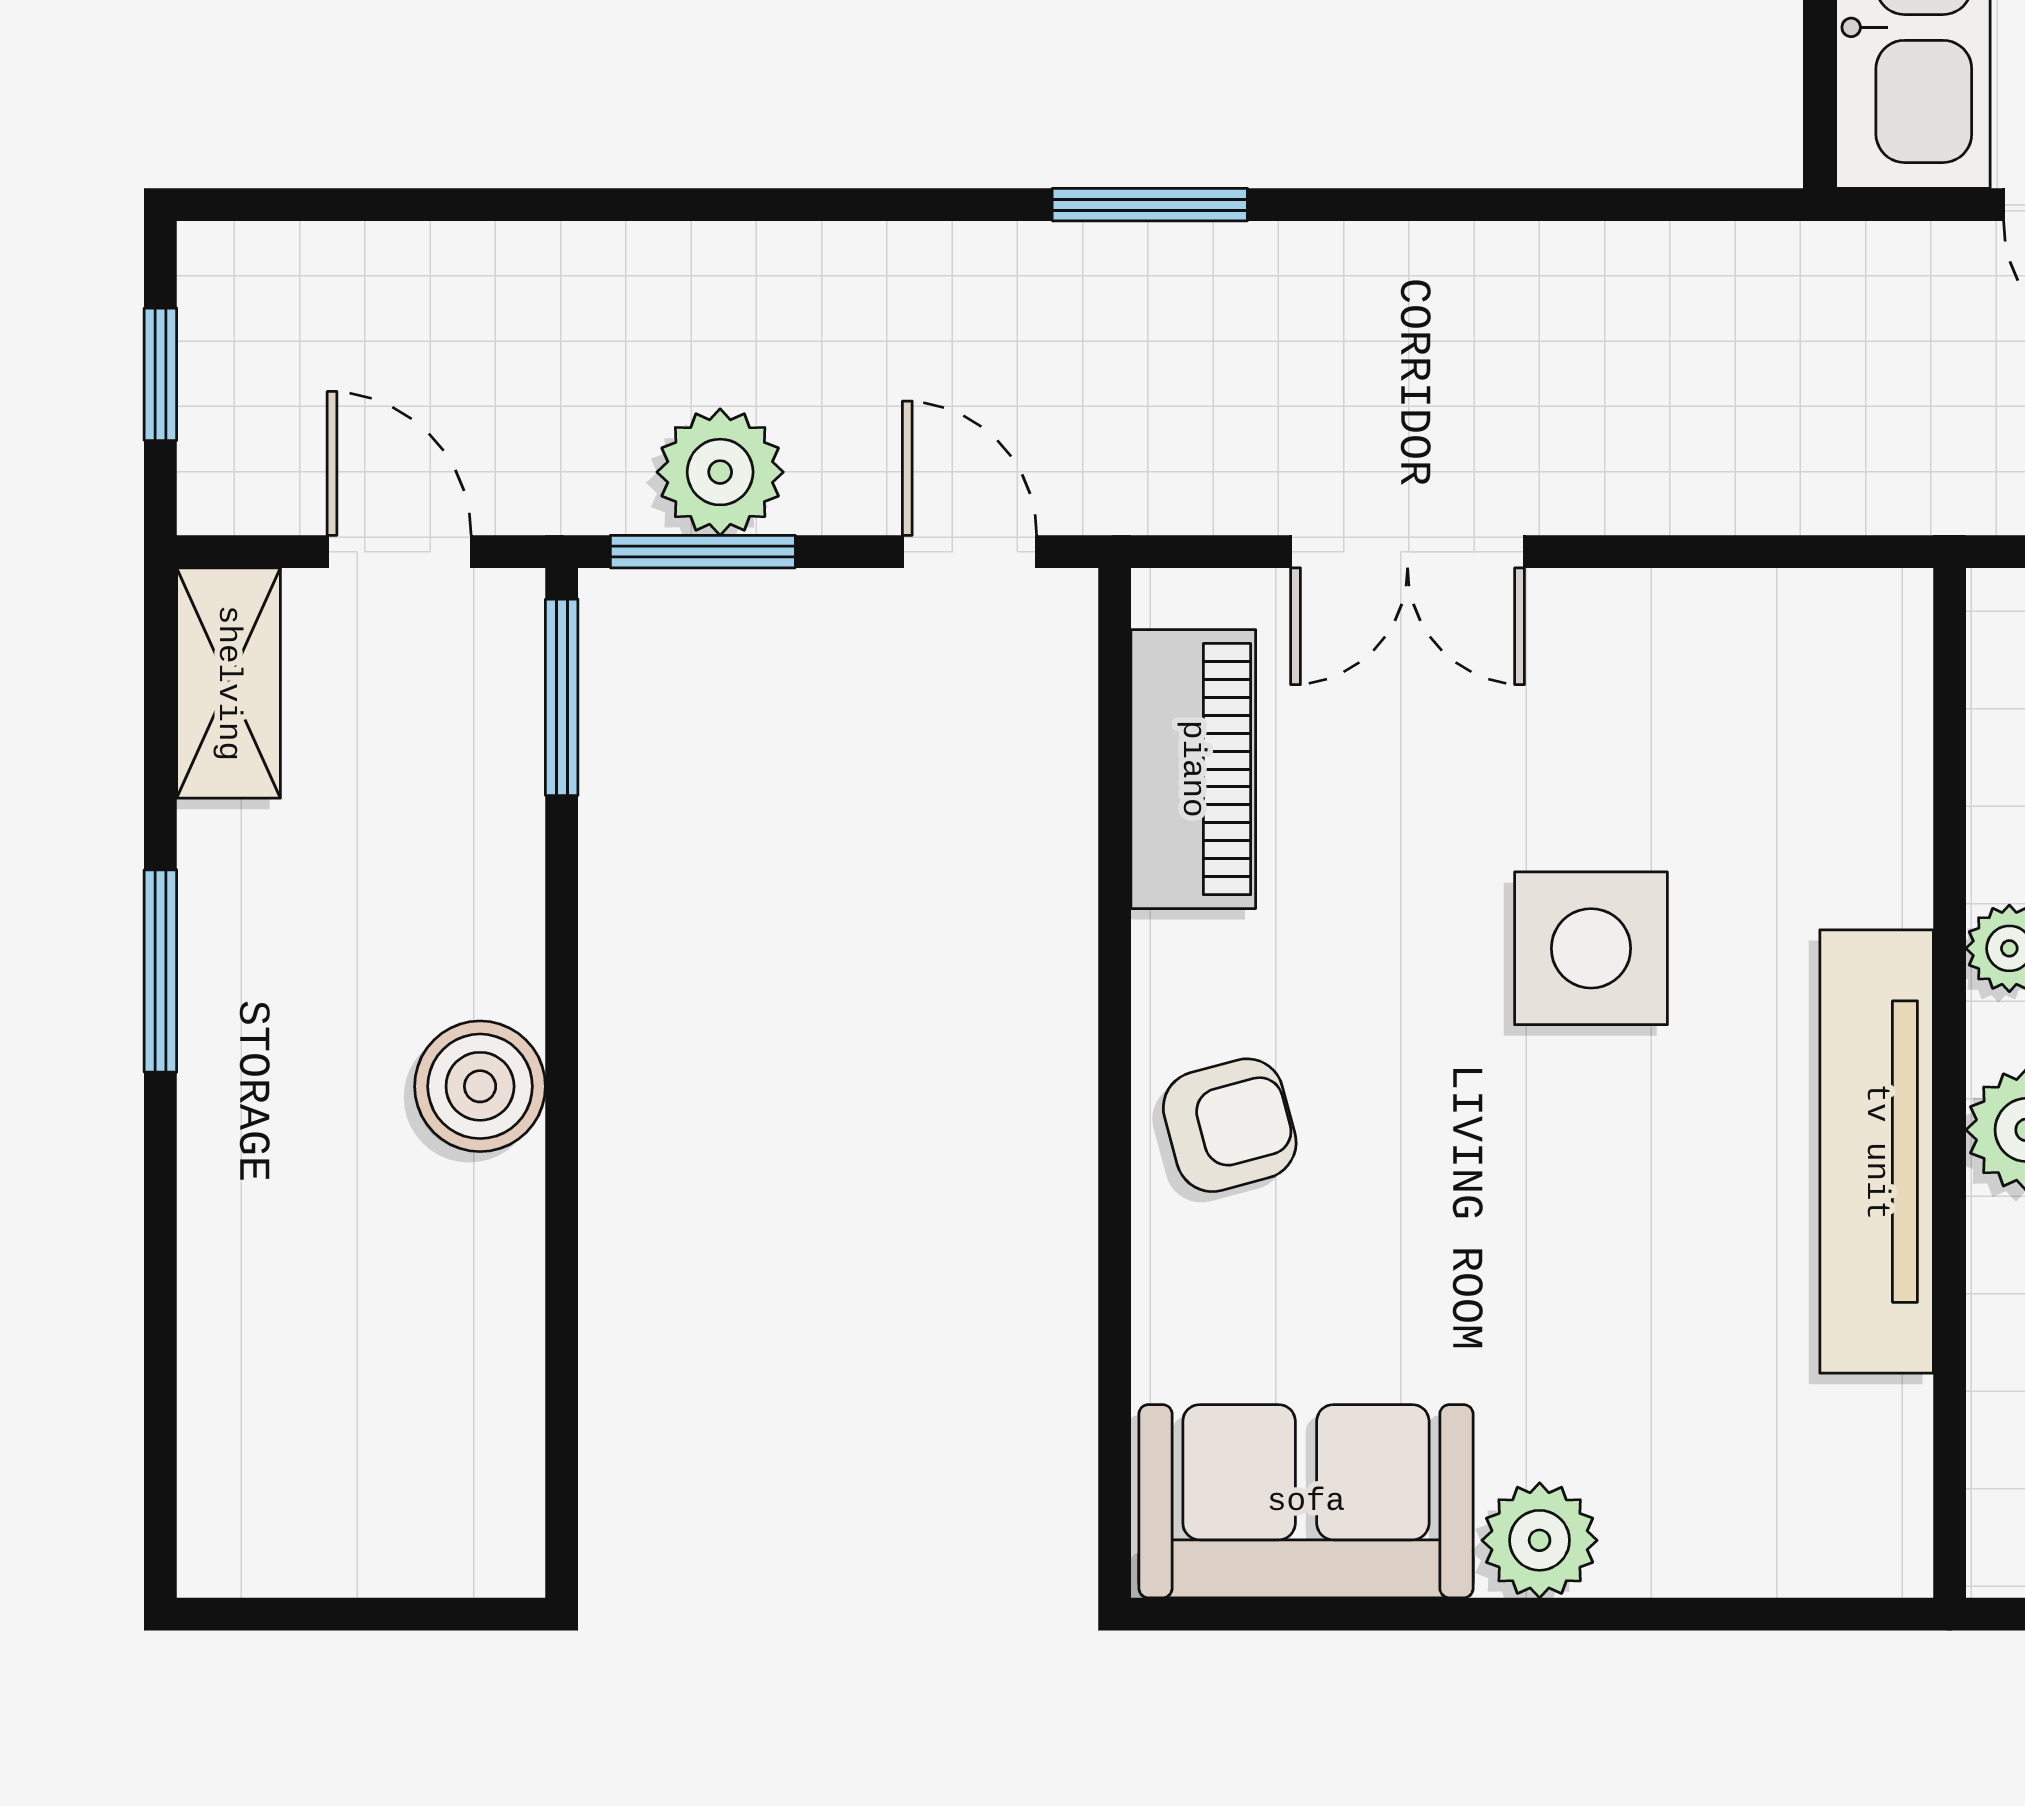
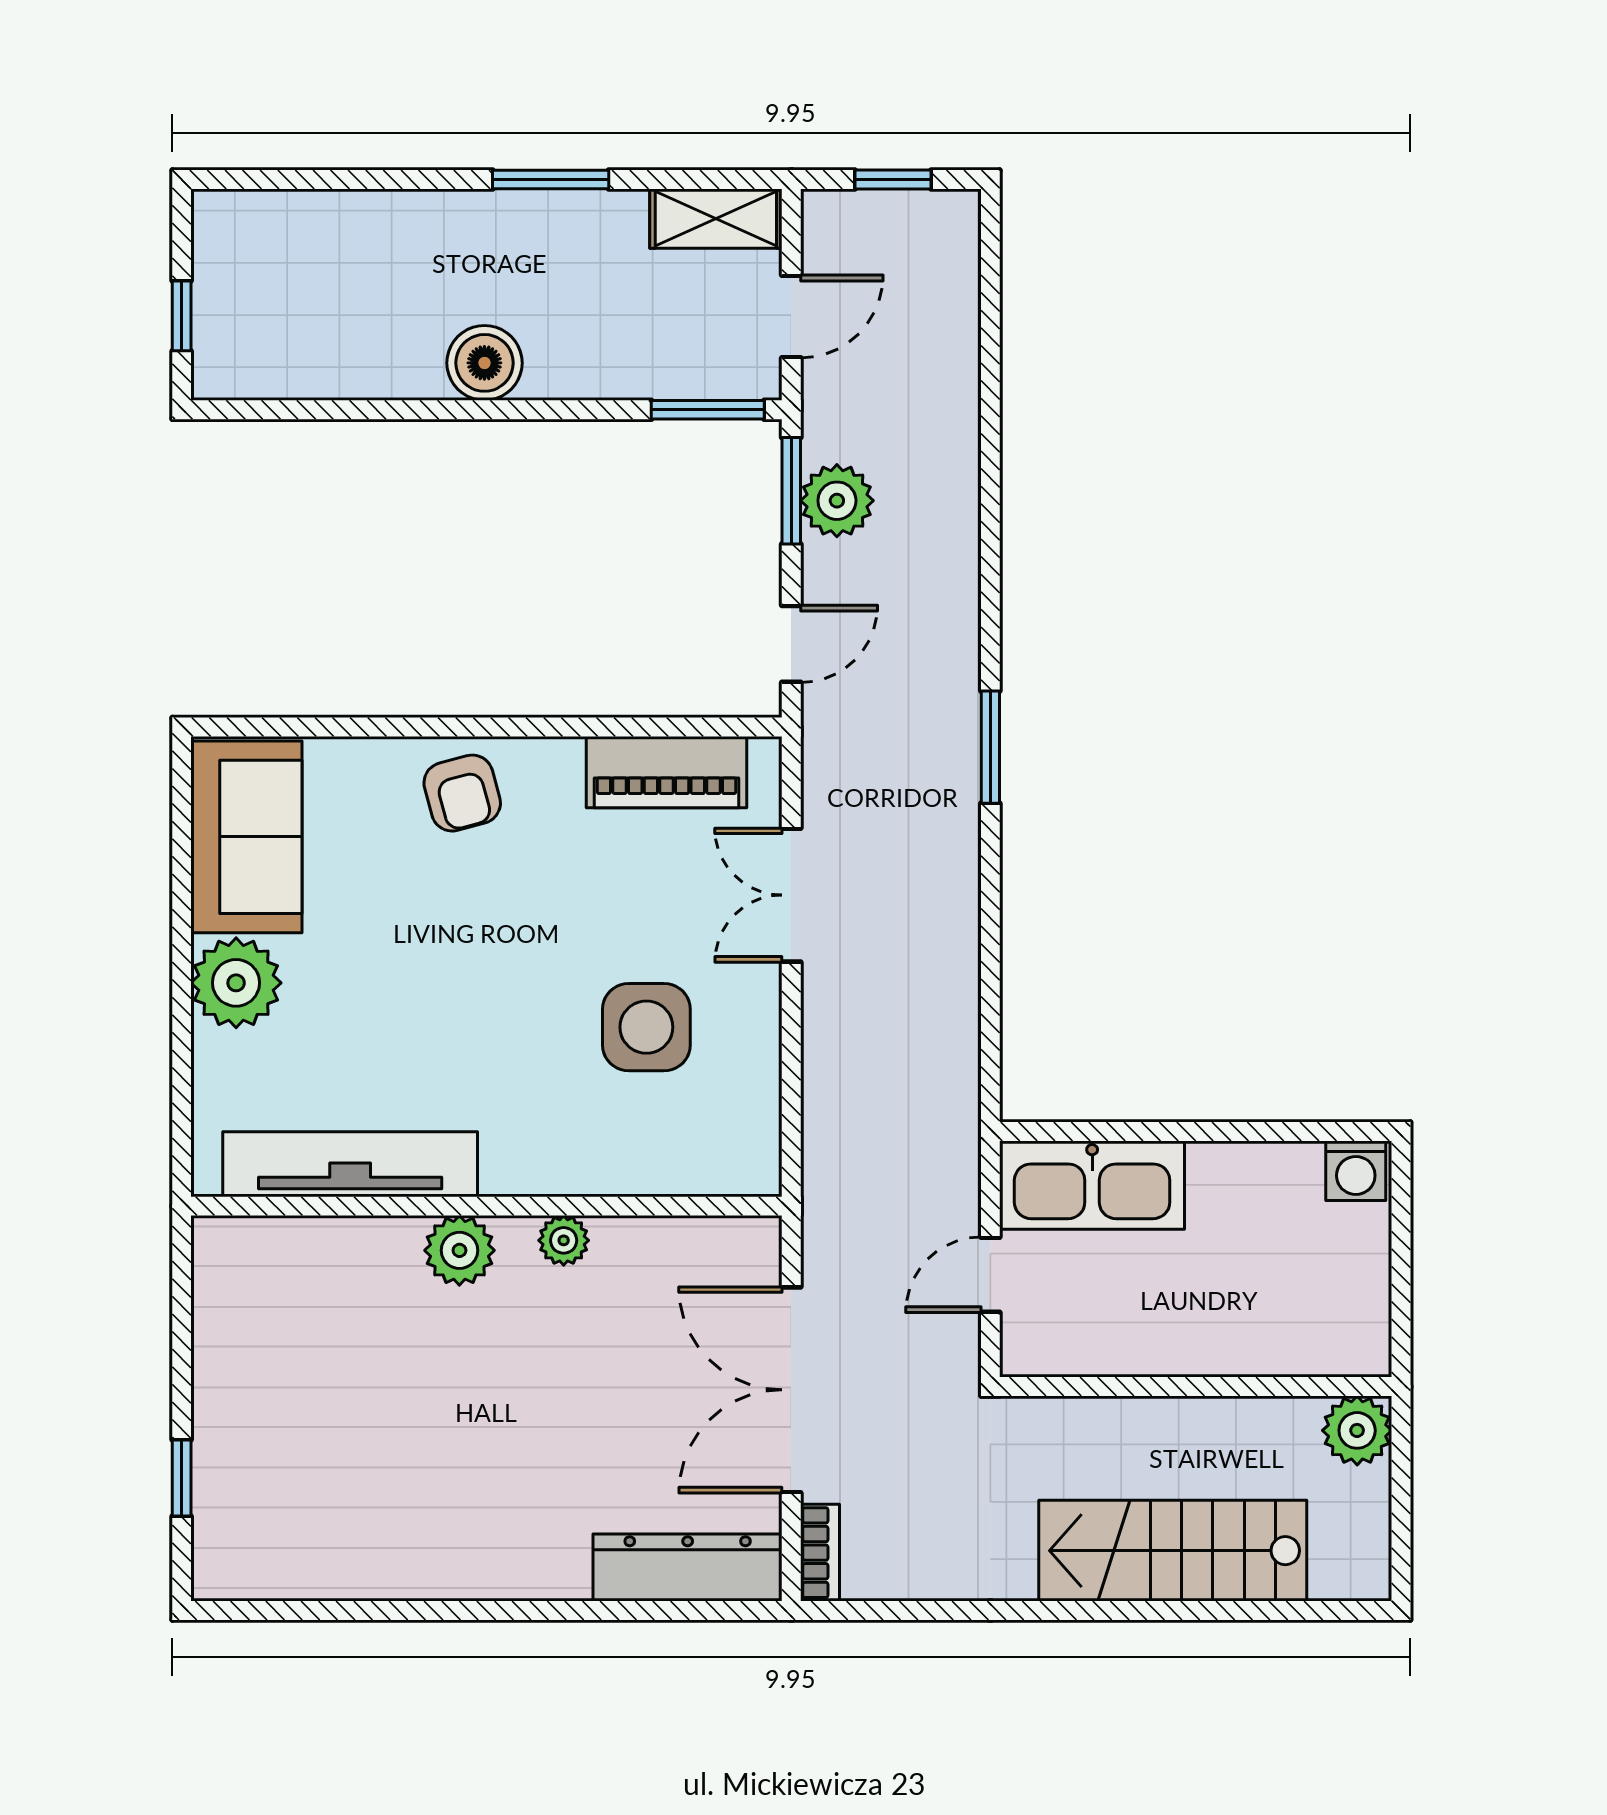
side table: (1591, 948) -> (646, 1027), moved
tv unit: (1877, 1152) -> (350, 1164), moved
plant: (1540, 1540) -> (236, 983), width x1.36, depth x1.36
window: (398, 1614) -> (182, 316), added

